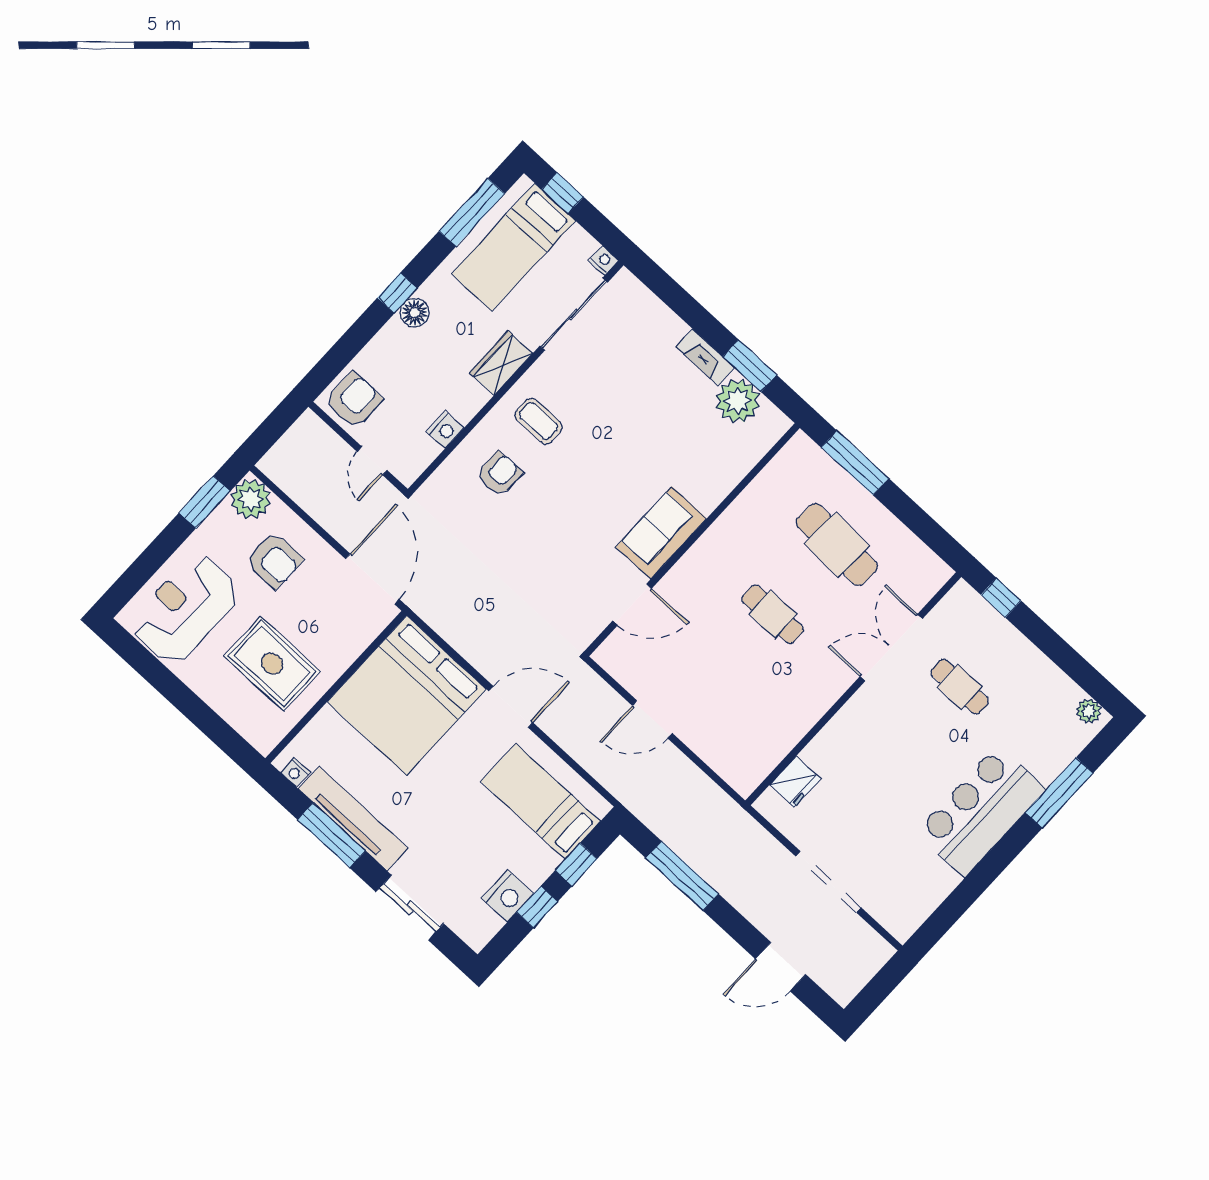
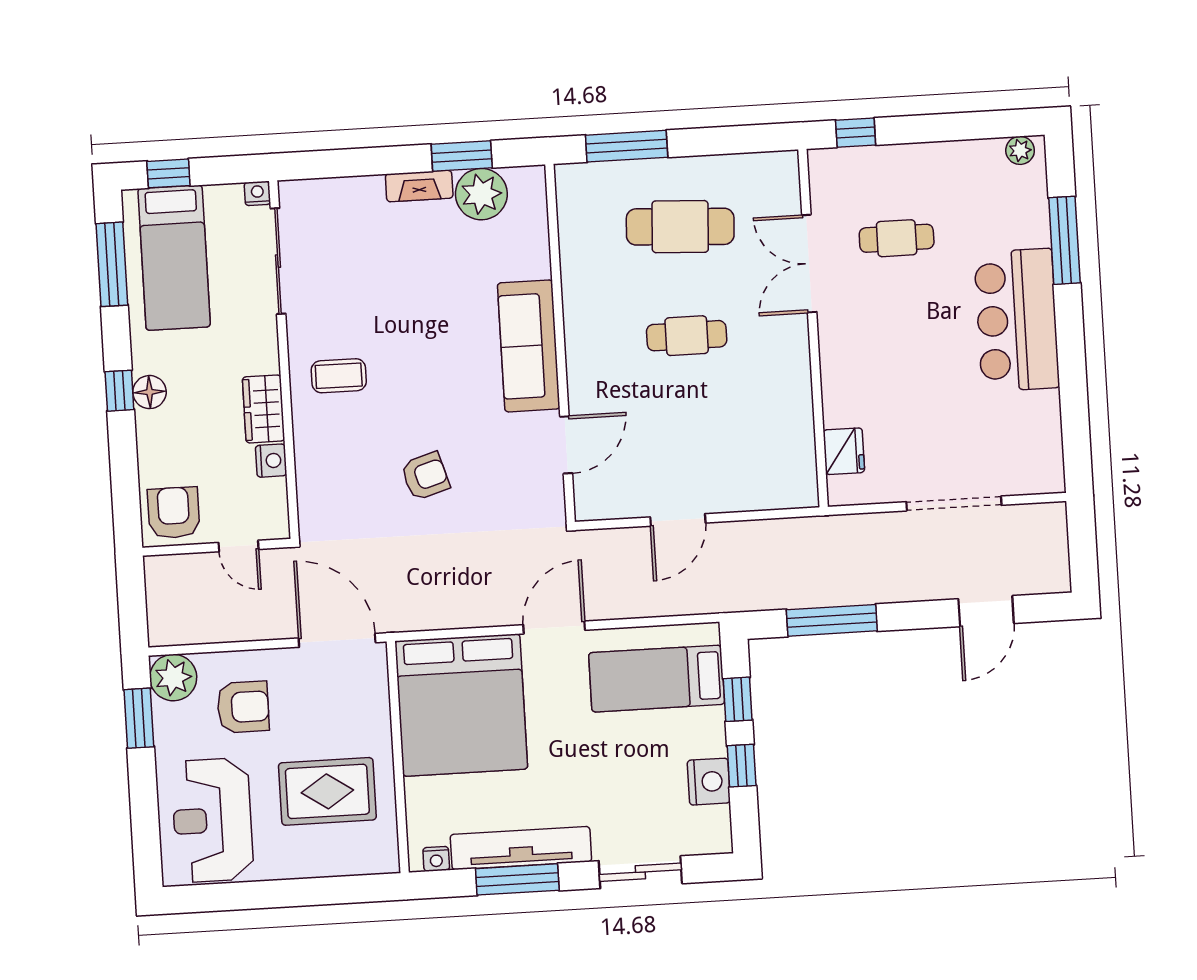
wardrobe: (501, 363) -> (264, 409), moved
armchair: (499, 474) -> (425, 476), moved, turned 73
sofa: (661, 533) -> (529, 346), width x1.36

